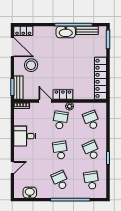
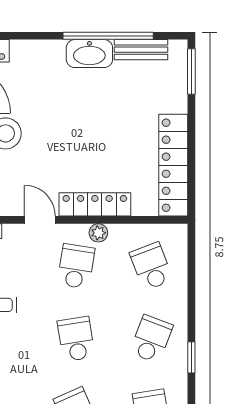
locker: (63, 95) -> (95, 204), width x1.53
school desk: (91, 150) -> (151, 339), turned 45

